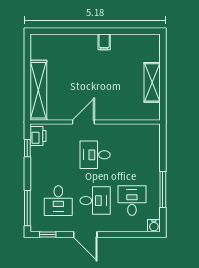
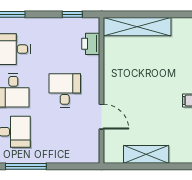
door: (83, 122) -> (102, 117), moved
printer: (38, 136) -> (91, 44), moved, turned 90

